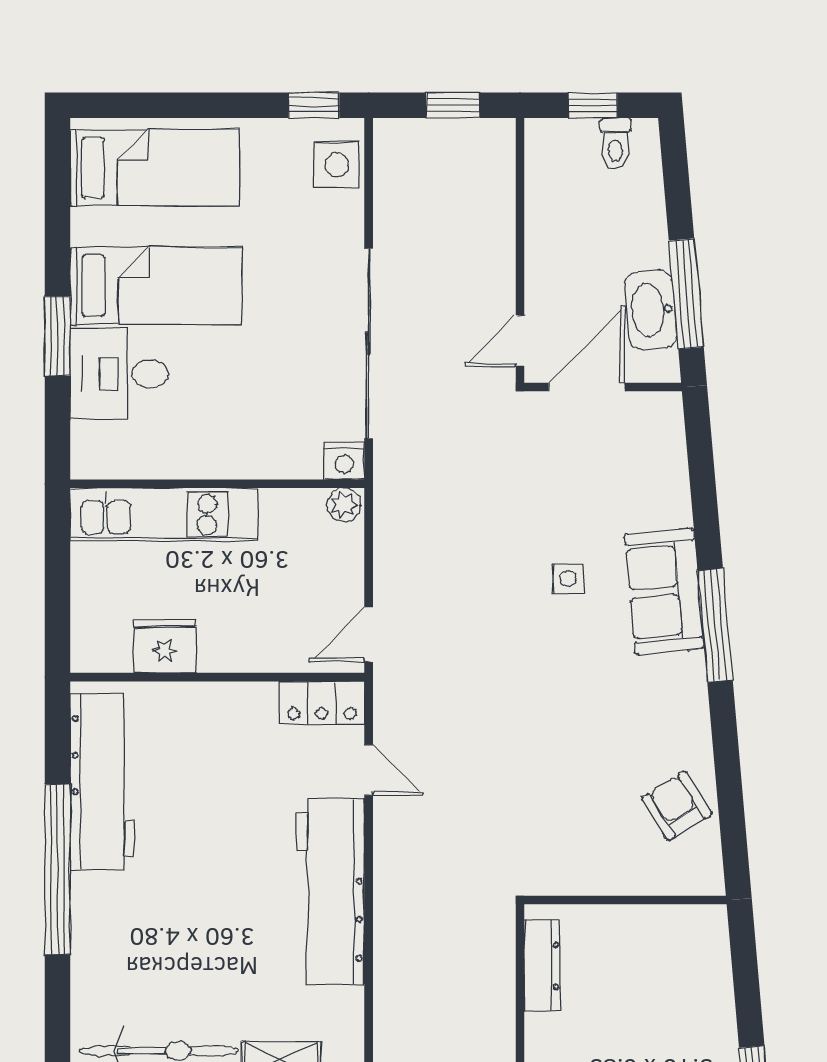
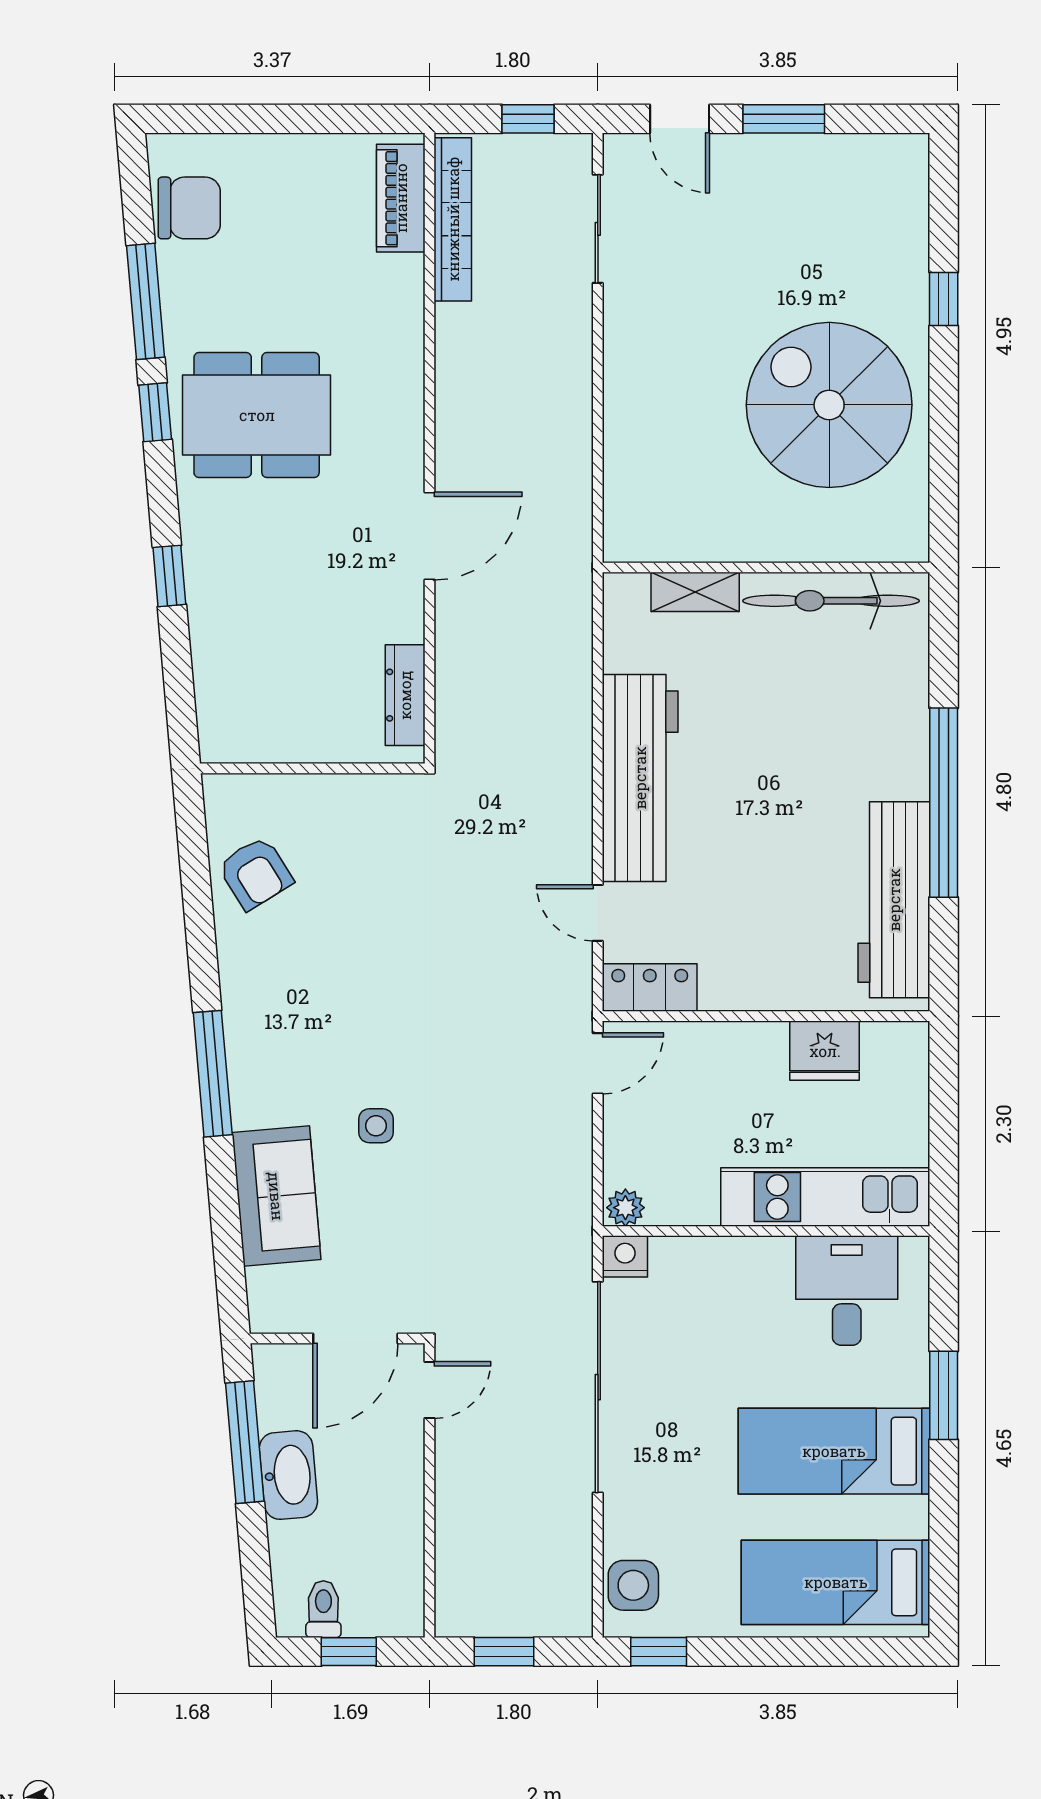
washbasin: (651, 310) -> (288, 1475), moved
desk: (119, 374) -> (847, 1291), moved, turned -90
sofa: (664, 591) -> (276, 1196), moved

